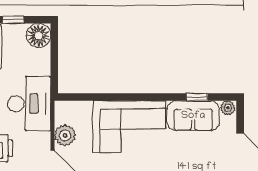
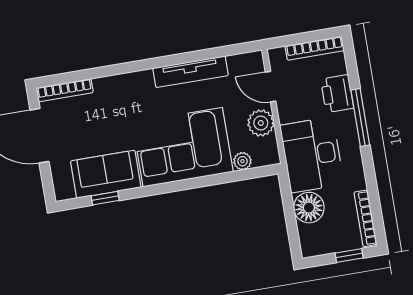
floor lamp: (38, 36) -> (309, 208), moved
plant: (228, 108) -> (242, 161), moved

